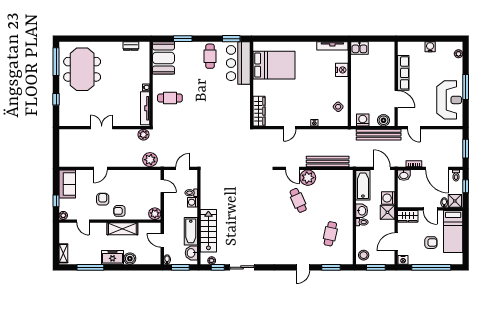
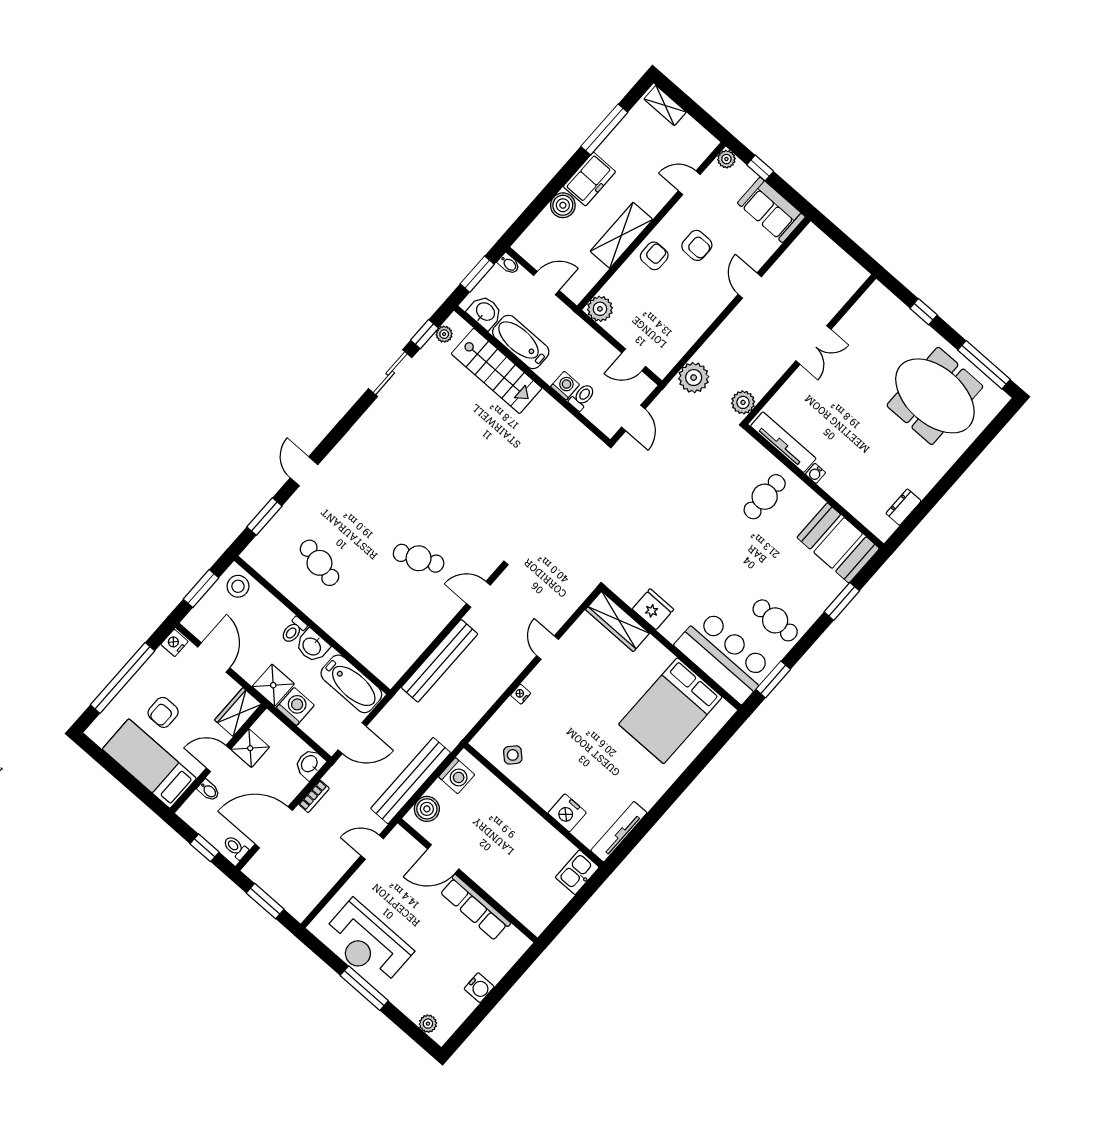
fridge: (244, 102) -> (653, 609), added
plant: (308, 178) -> (442, 606), removed
shower: (455, 201) -> (250, 748), moved

